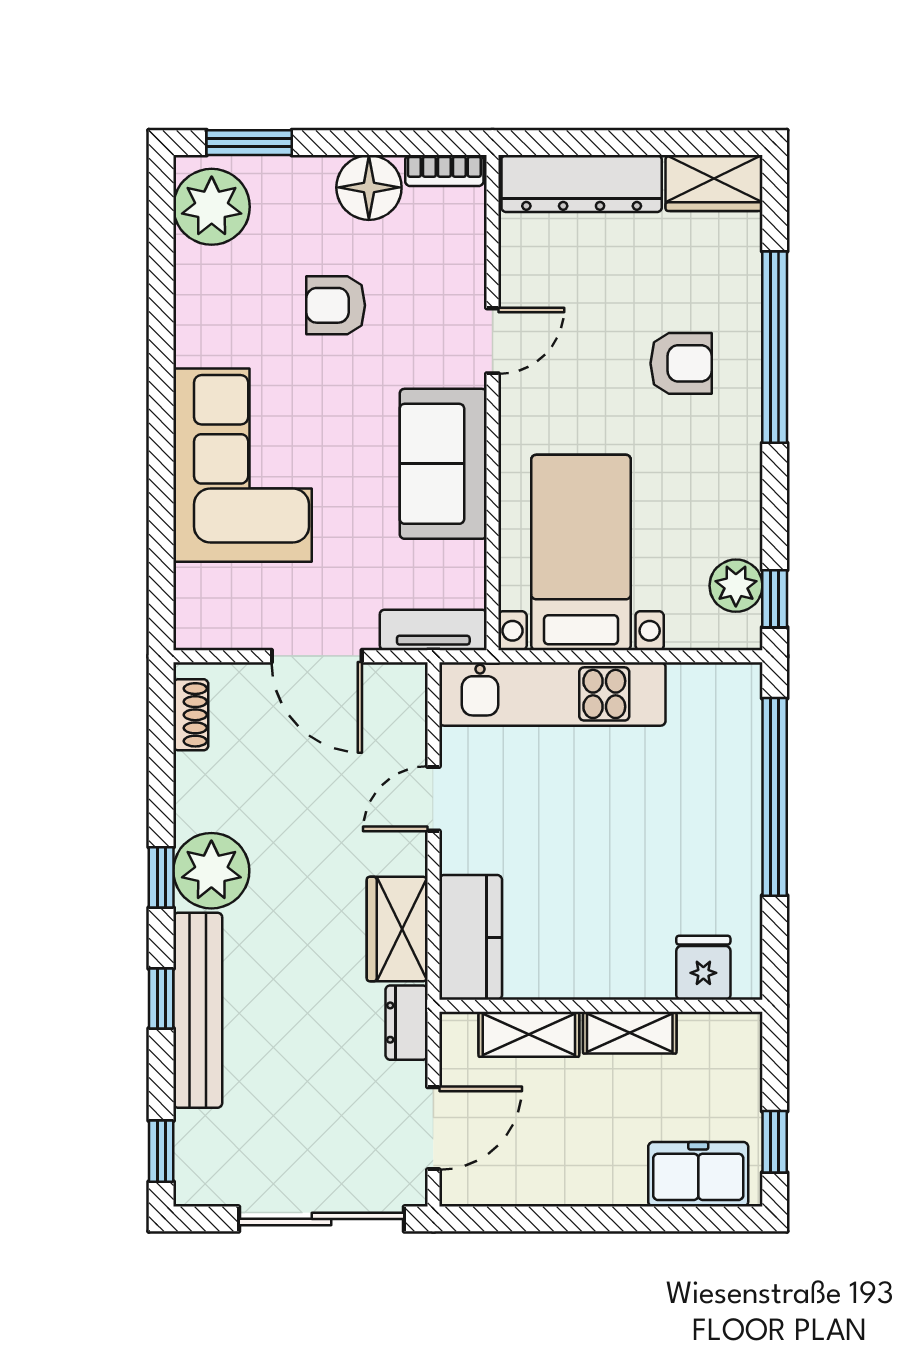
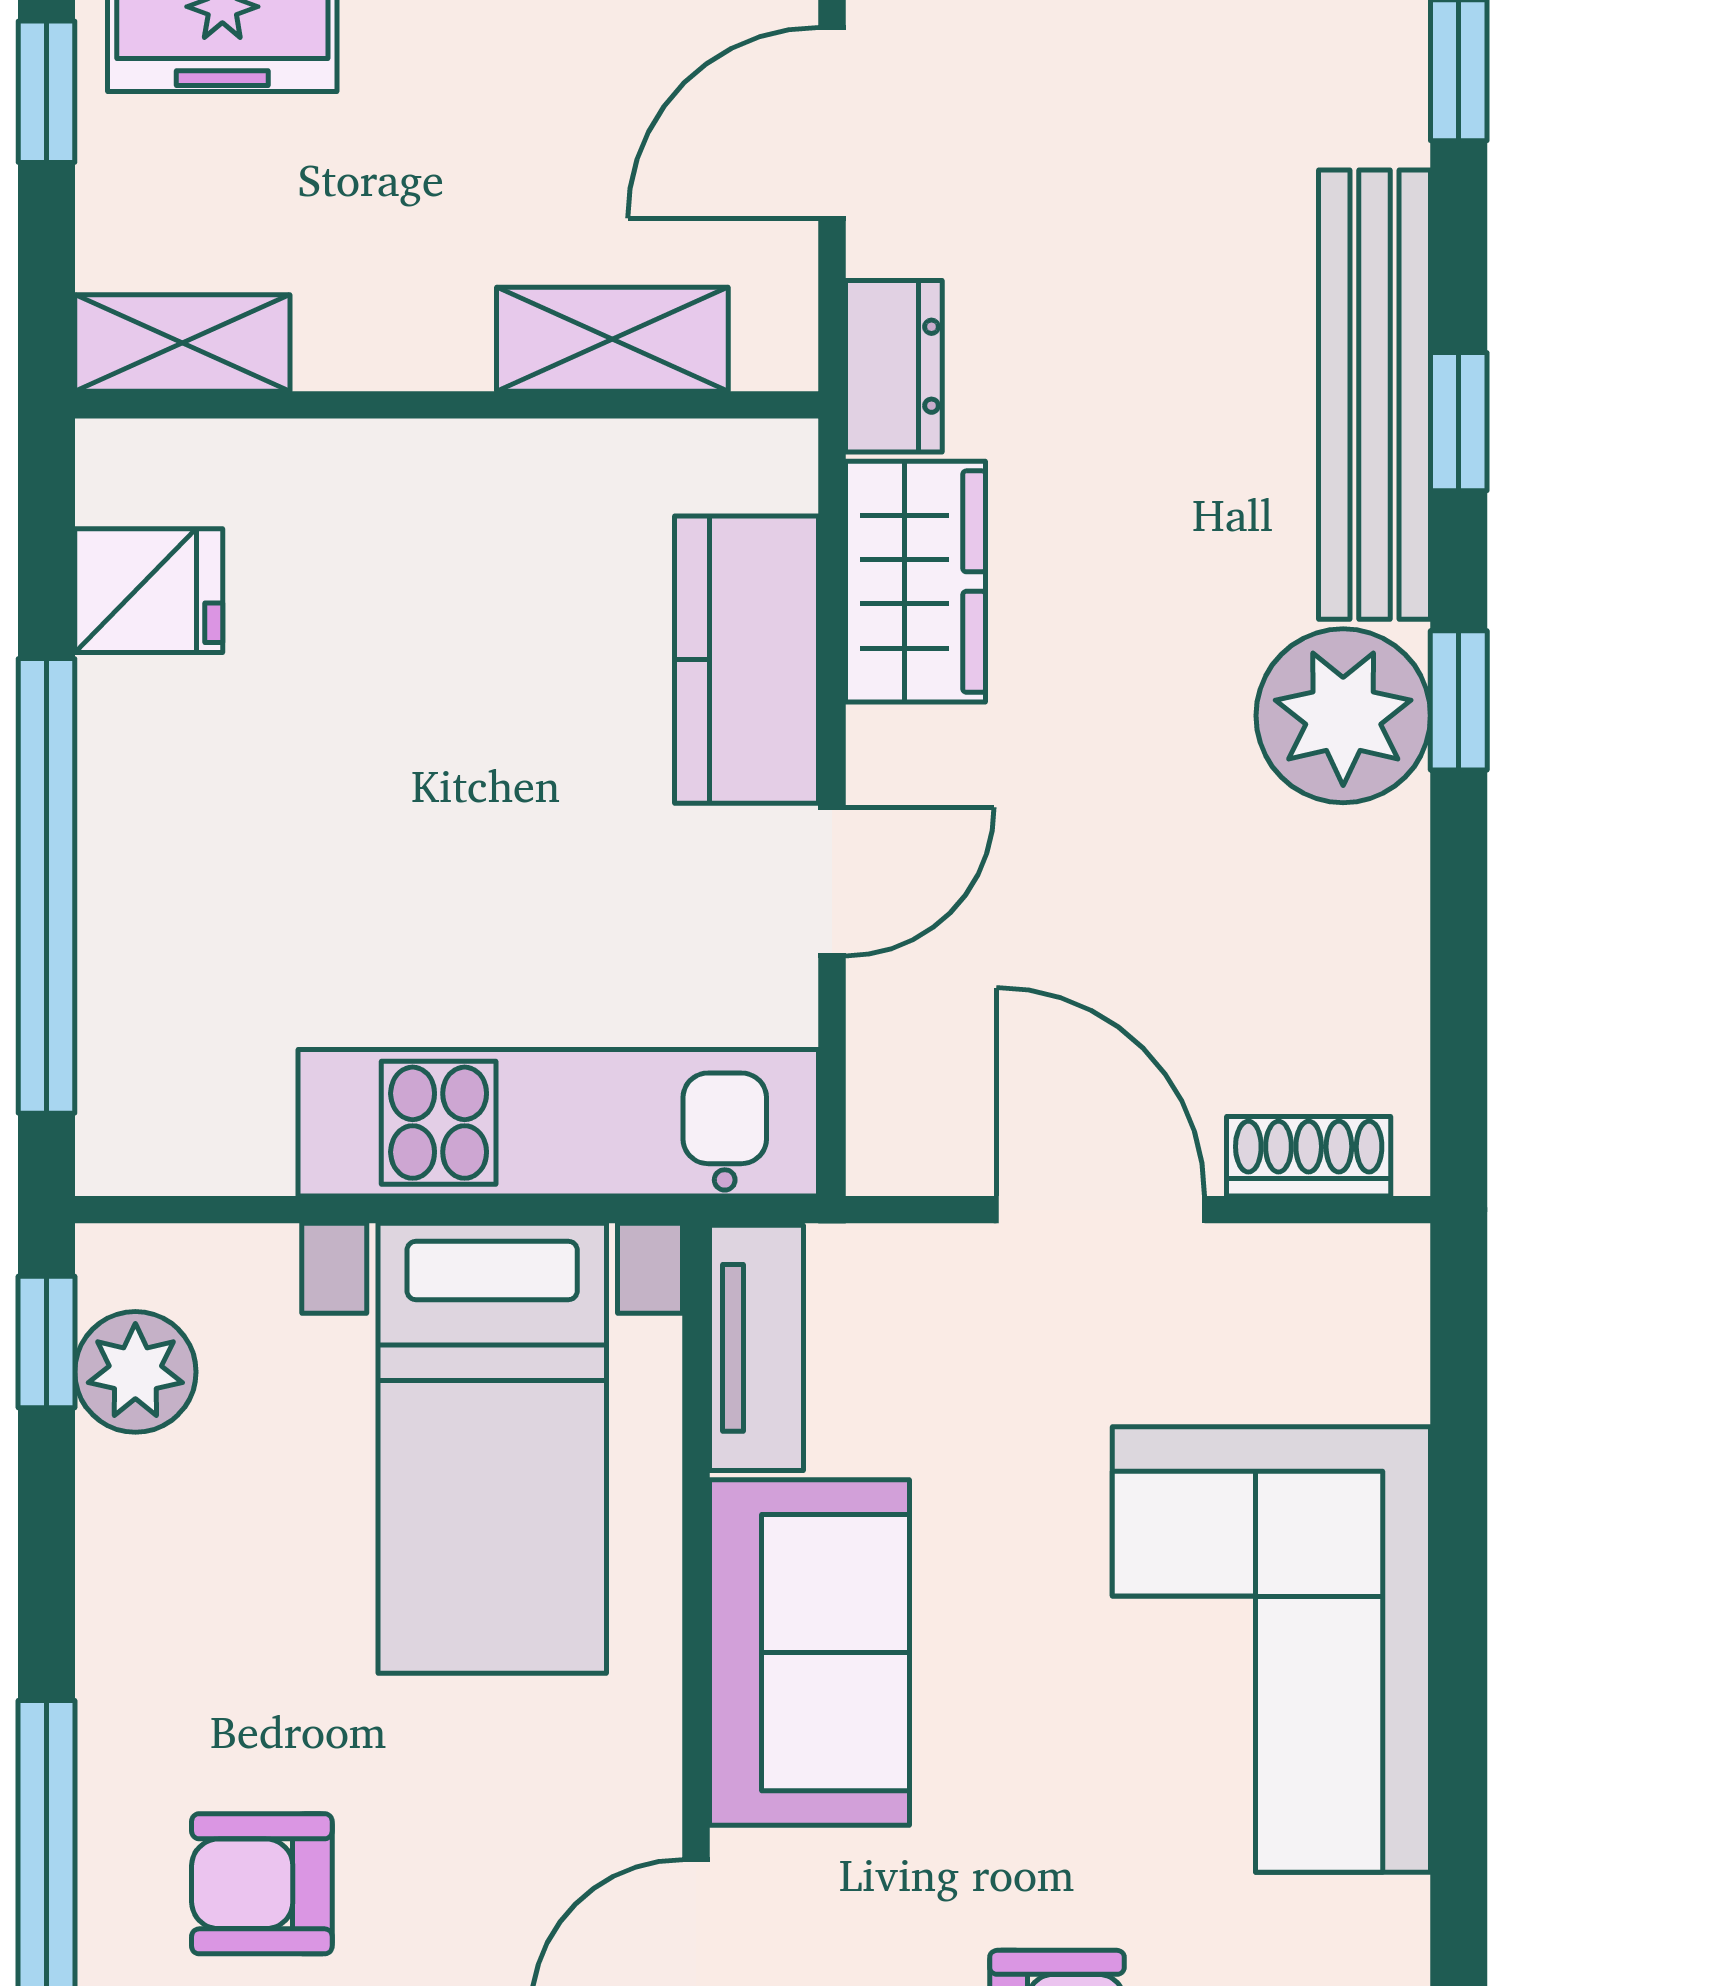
tv unit: (433, 630) -> (756, 1348), moved, turned -90
shoe rack: (191, 715) -> (1309, 1156), moved, turned 90
kitchen counter: (471, 937) -> (746, 660), moved
fridge: (703, 968) -> (149, 591), moved, turned -90
shelving: (630, 1033) -> (182, 343), moved

